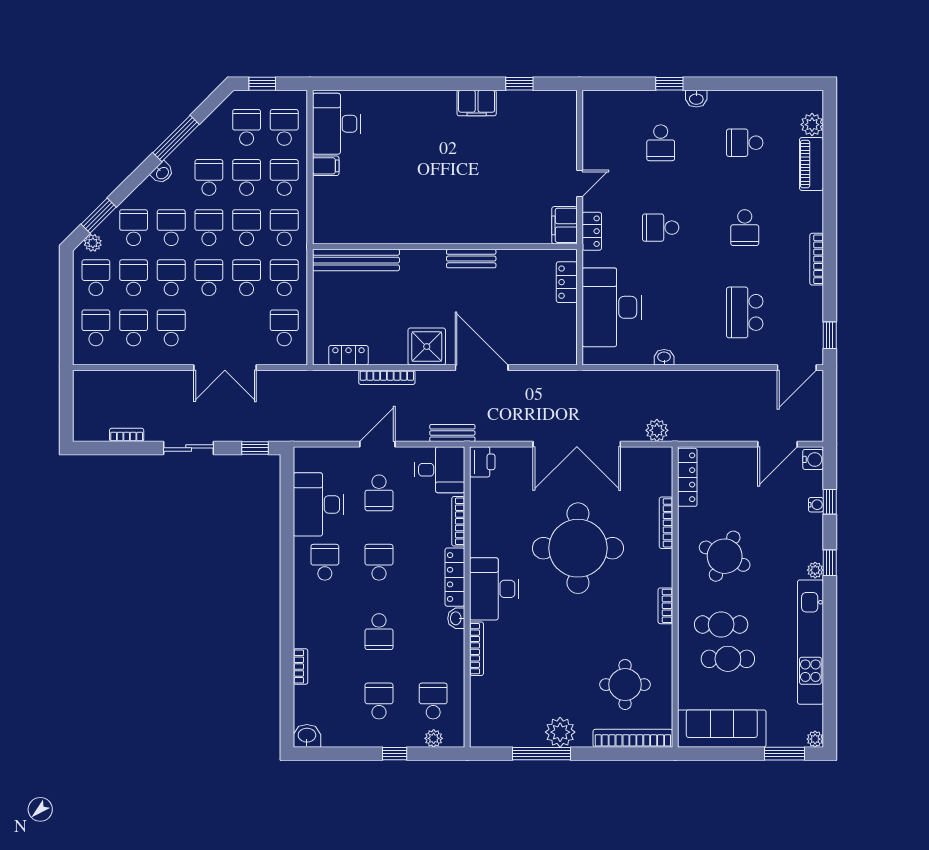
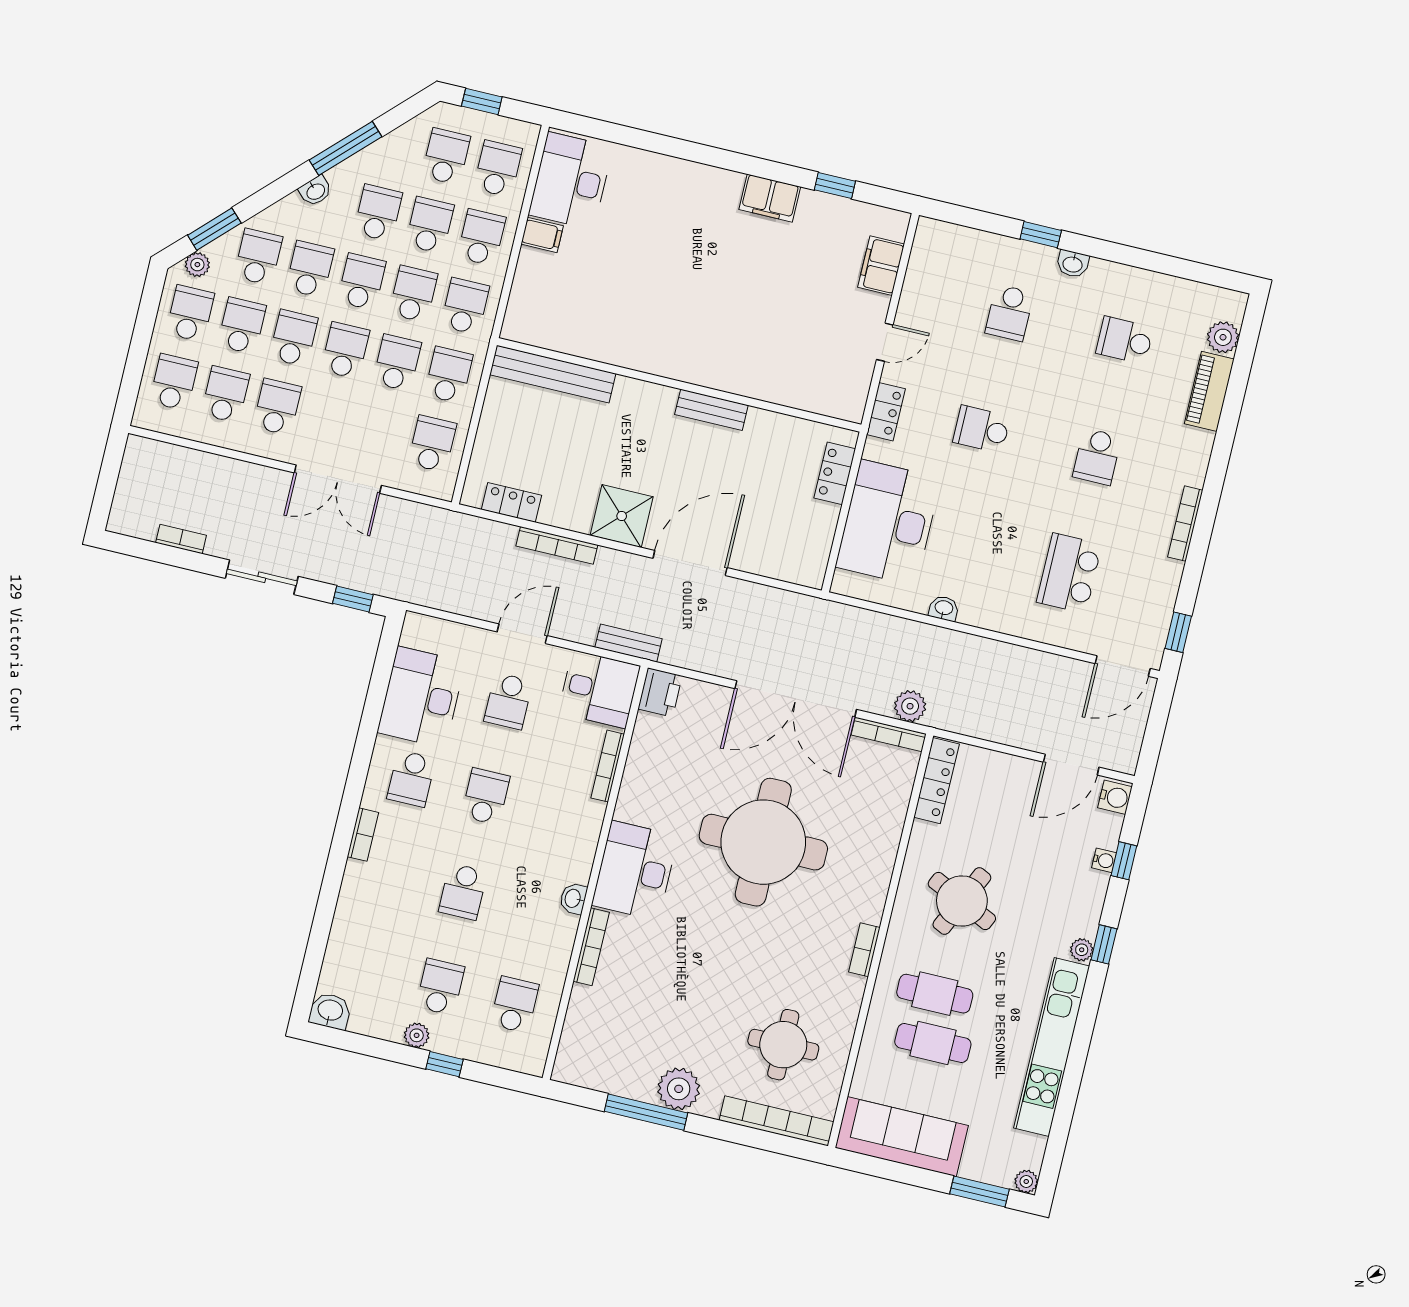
filing cabinet: (564, 225) -> (881, 266), moved
door: (482, 368) -> (690, 563), hinge flipped
bookcase: (666, 523) -> (889, 734), moved, turned -90
school desk: (325, 562) -> (411, 779), turned 180
locker: (455, 577) -> (585, 842), removed
bookcase: (301, 667) -> (363, 835), moved
plant: (434, 738) -> (417, 1035), moved

